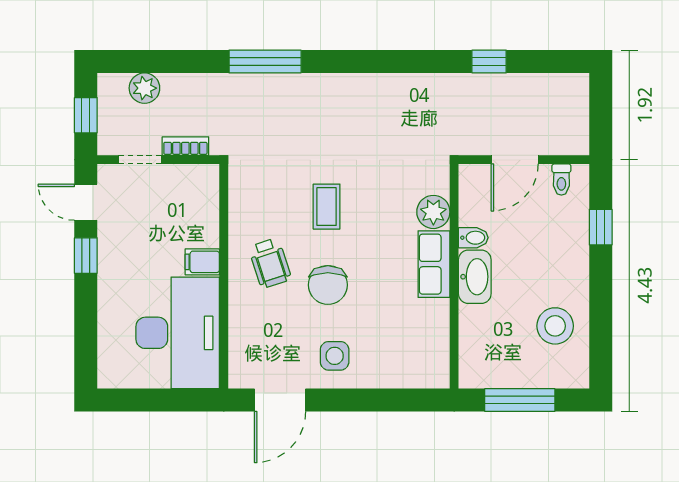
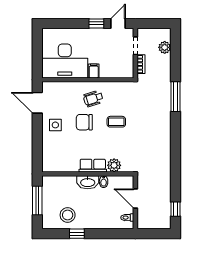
window: (489, 61) -> (176, 209), moved
window: (86, 115) -> (154, 23), removed
window: (601, 227) -> (77, 234), moved

